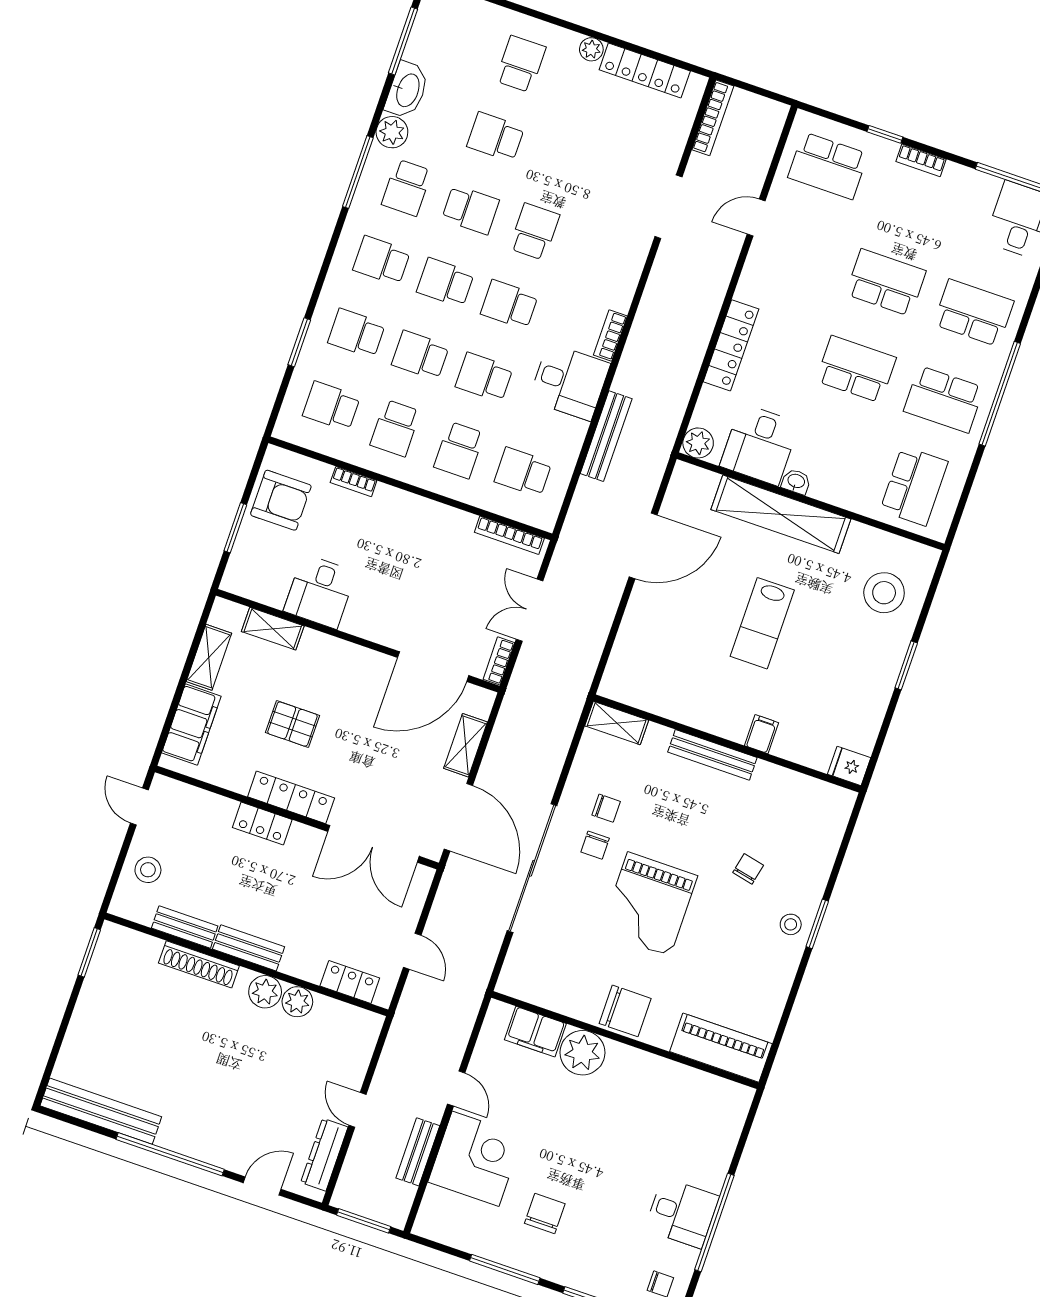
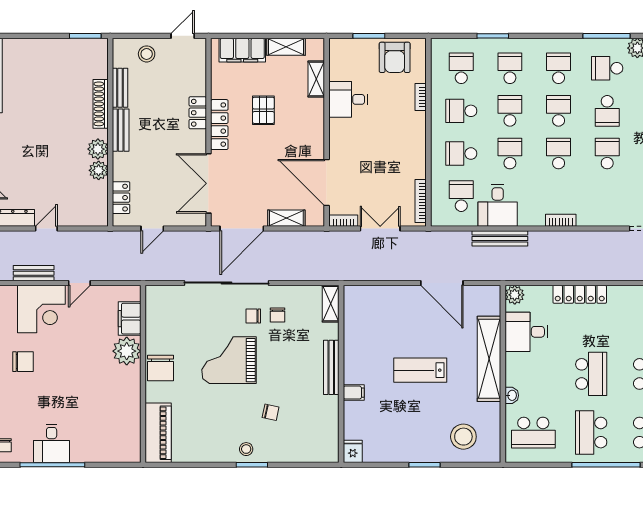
school desk: (534, 232) -> (607, 154), turned -90
desk: (569, 382) -> (498, 205), moved
washbasin: (796, 482) -> (512, 395), moved

